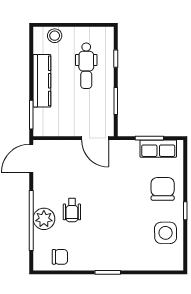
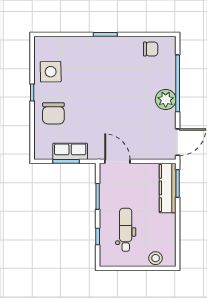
kitchen counter: (42, 81) -> (168, 188), moved
row of seats: (158, 149) -> (70, 151), moved
wheelchair: (72, 210) -> (139, 93), removed
plant: (44, 219) -> (166, 100), moved
chair: (60, 257) -> (151, 49), turned 180

